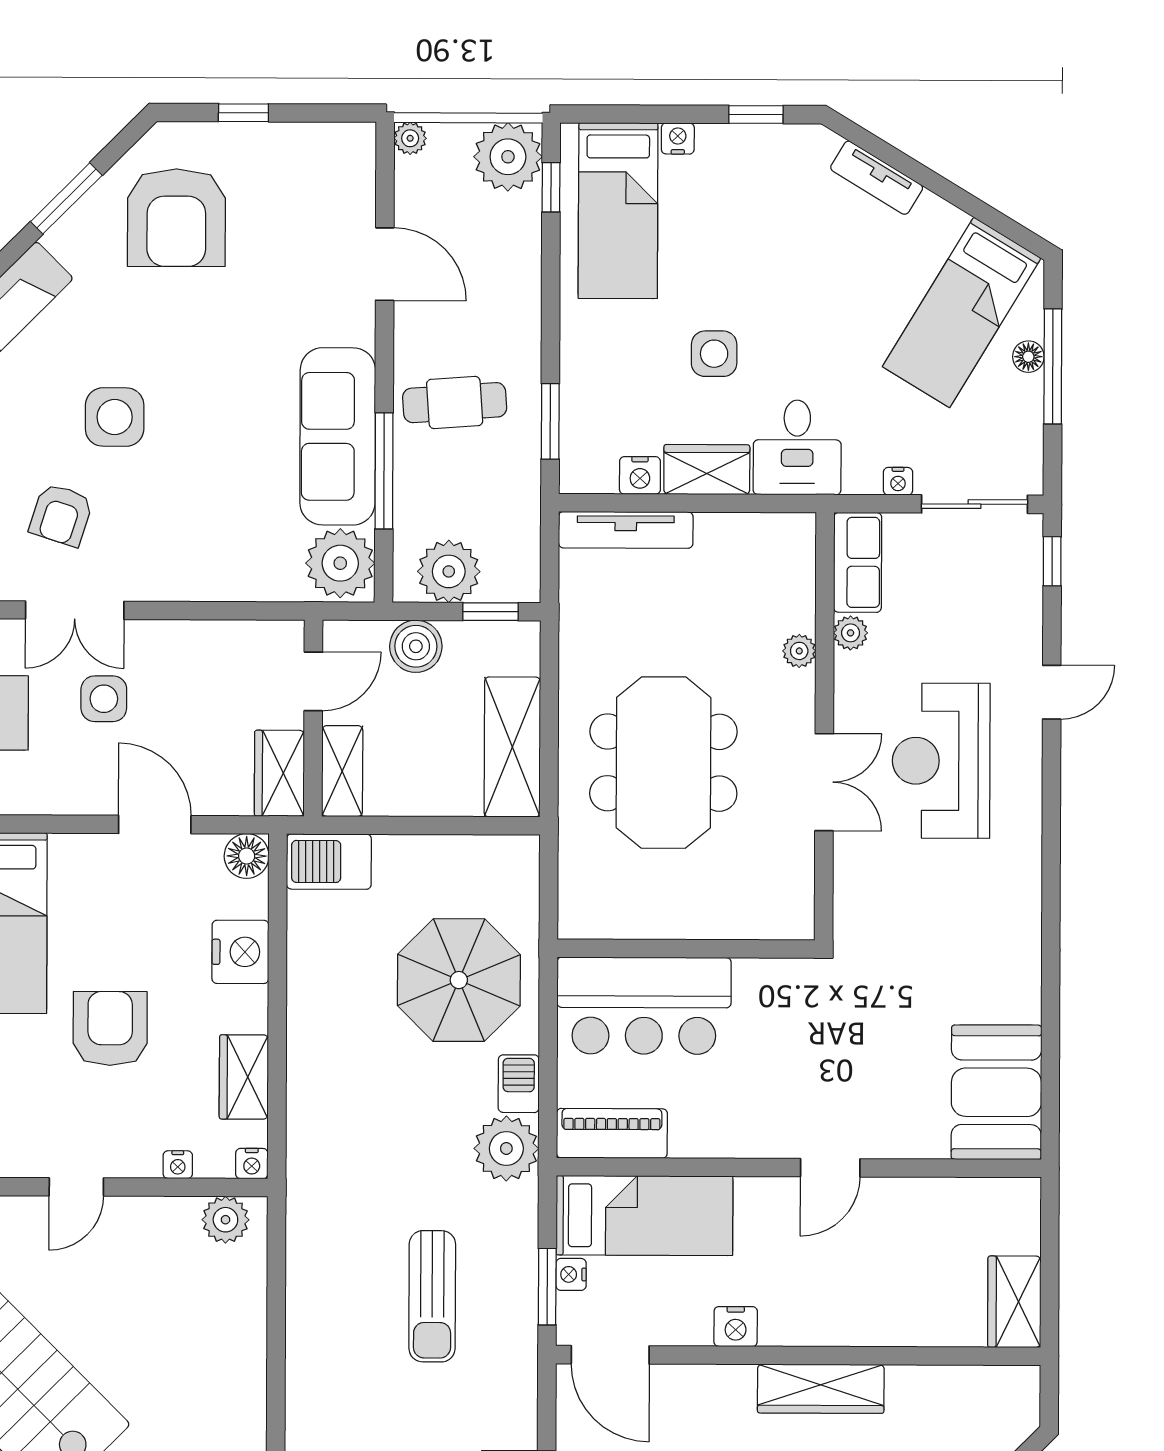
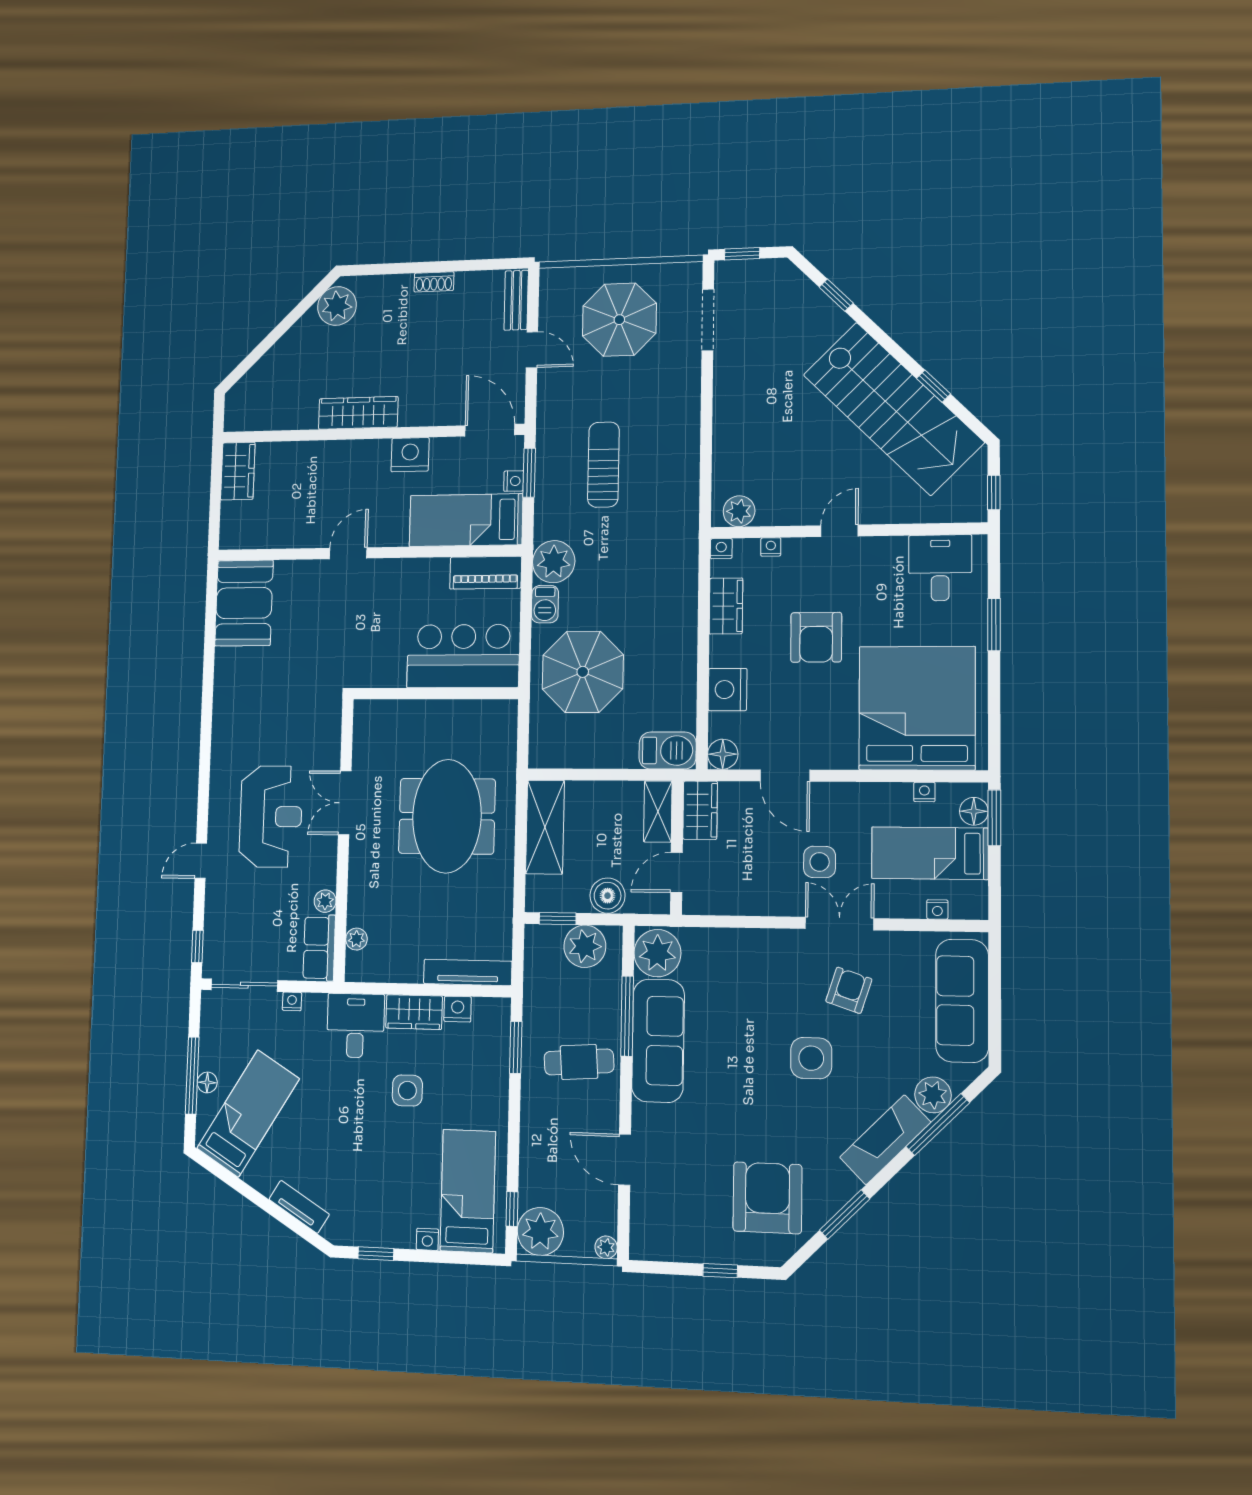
plant: (799, 651) -> (356, 939), moved
nightstand: (736, 1327) -> (410, 455), width x1.36, depth x1.33

